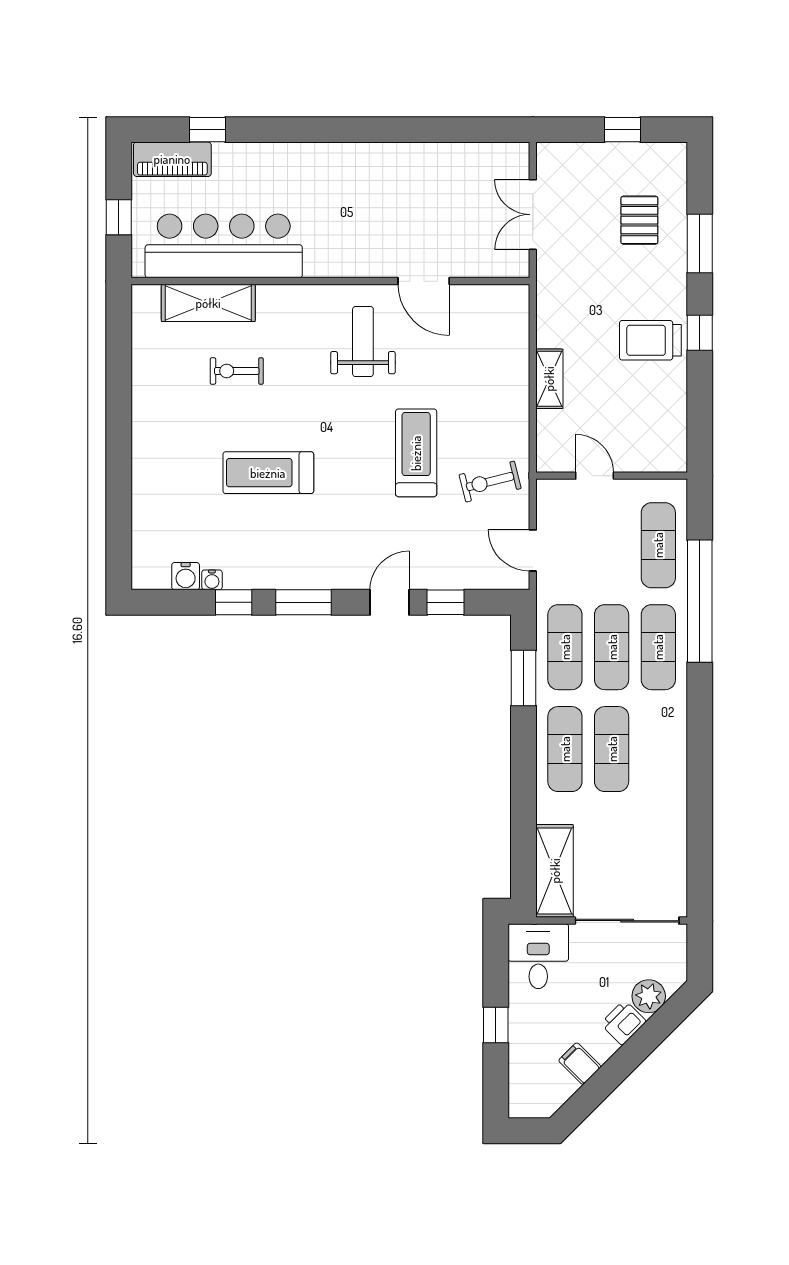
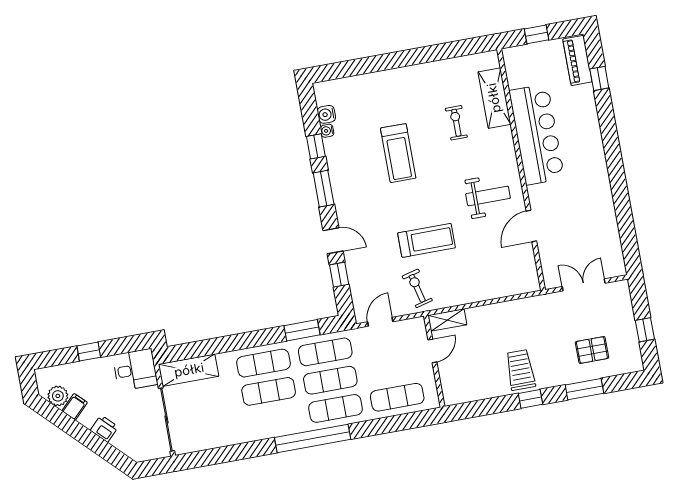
bar counter: (224, 246) -> (537, 134), moved
shelving: (549, 379) -> (447, 320), moved
treadmill: (268, 473) -> (398, 153), turned 180
window: (700, 601) -> (313, 438), moved
plant: (649, 996) -> (58, 396), moved

